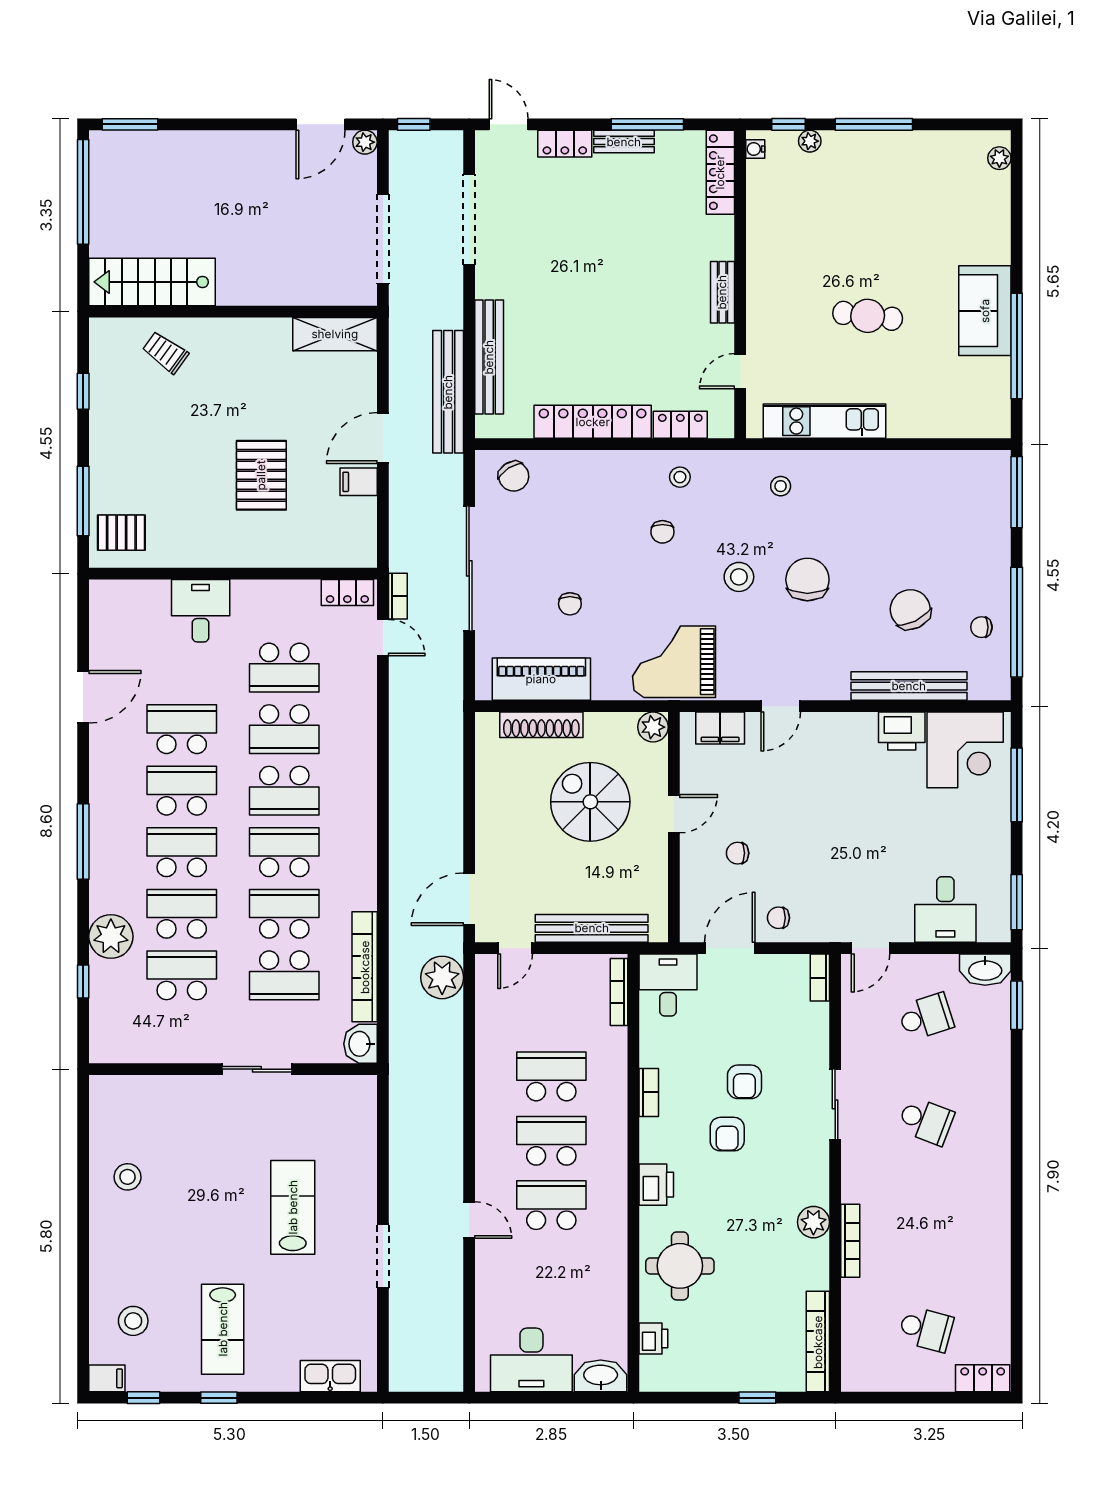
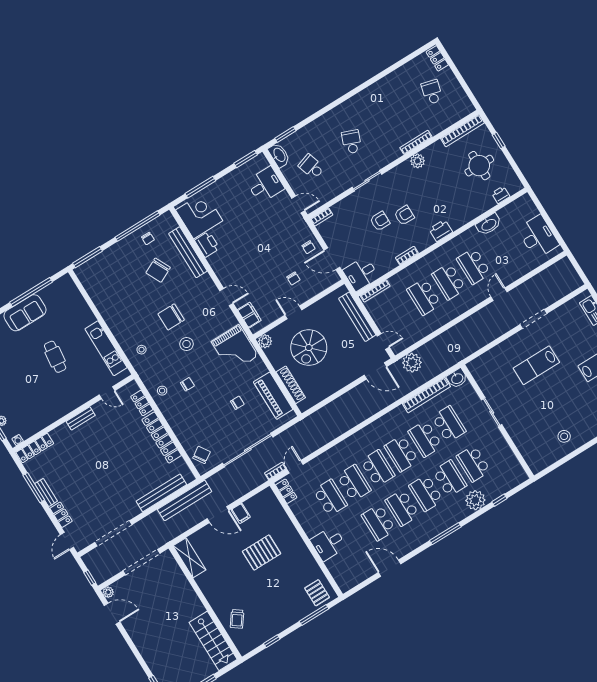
school desk: (182, 914) -> (450, 478), turned 180
round table: (680, 1266) -> (479, 166), moved
washbasin: (601, 1376) -> (489, 225), moved, turned -90

